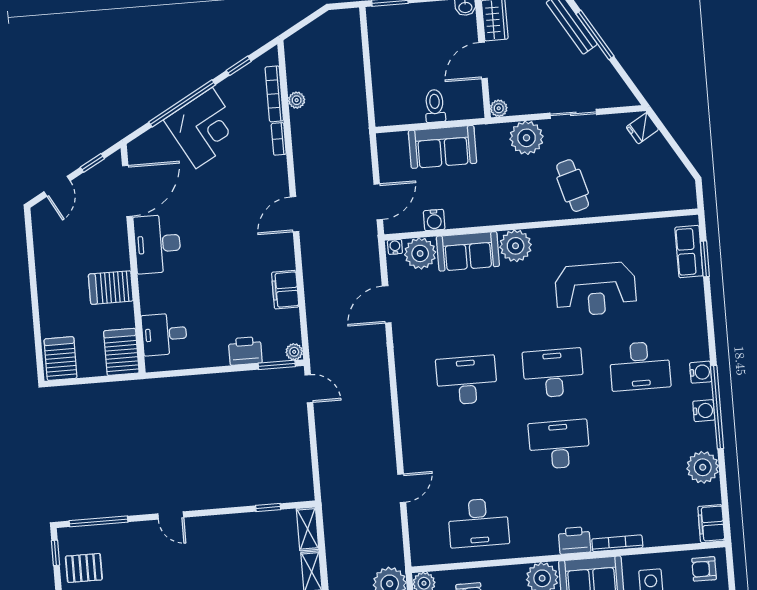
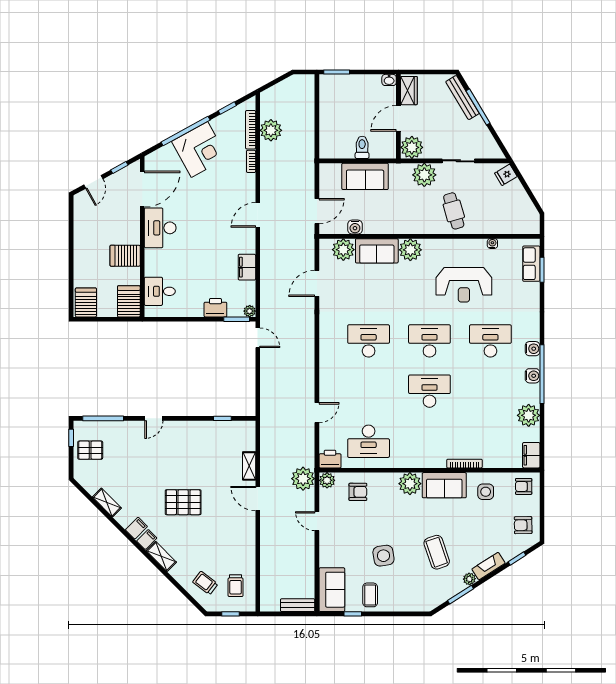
plant: (297, 100) -> (271, 130), width x1.87, depth x1.87
plant: (499, 108) -> (412, 147), width x1.88, depth x1.88
water cooler: (395, 247) -> (492, 244), moved
desk: (640, 366) -> (490, 341), turned 180
door: (171, 516) -> (154, 418), hinge flipped
shelving: (308, 529) -> (249, 436), removed
printer: (574, 540) -> (330, 459), moved

